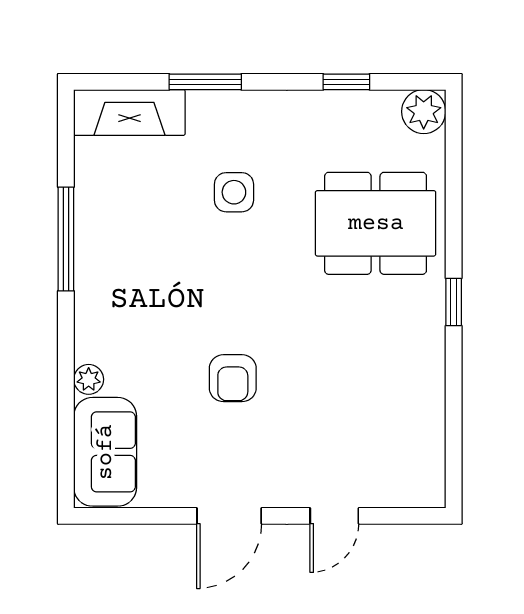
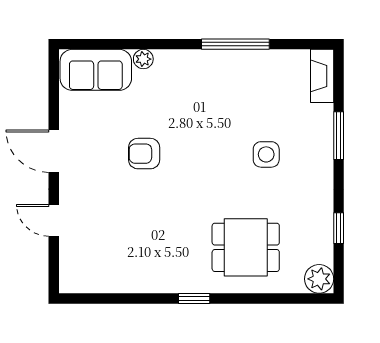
fireplace: (129, 112) -> (322, 76), width x0.73, depth x0.76
dining table: (376, 223) -> (246, 247), width x0.73

